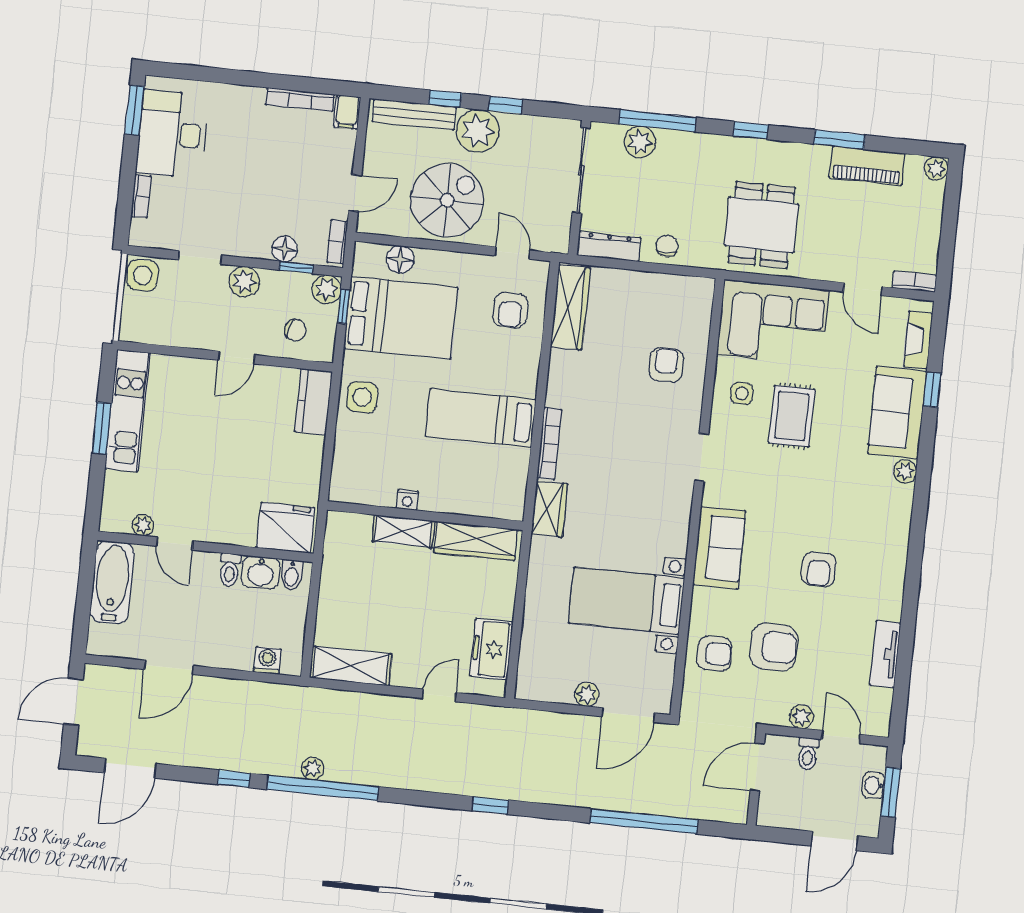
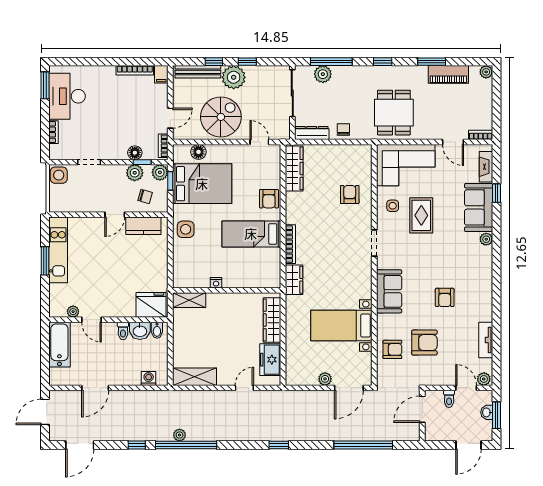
plant: (244, 282) -> (135, 173), moved
armchair: (510, 310) -> (269, 199), moved
kitchen counter: (313, 402) -> (143, 226), moved, turned -90
shelving: (403, 531) -> (189, 300), moved
wardrobe: (476, 541) -> (272, 320), moved, turned 90
plant: (801, 717) -> (484, 379), moved

